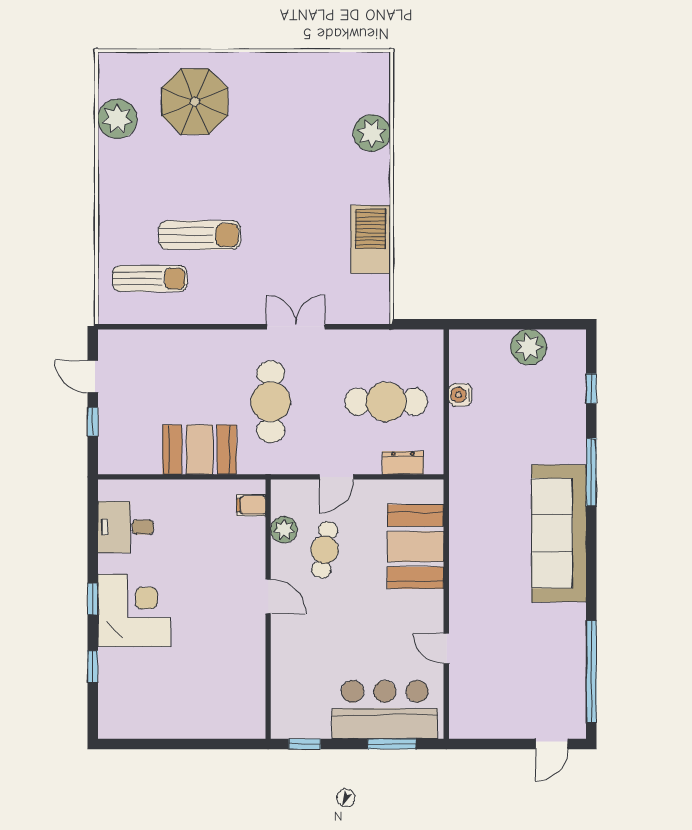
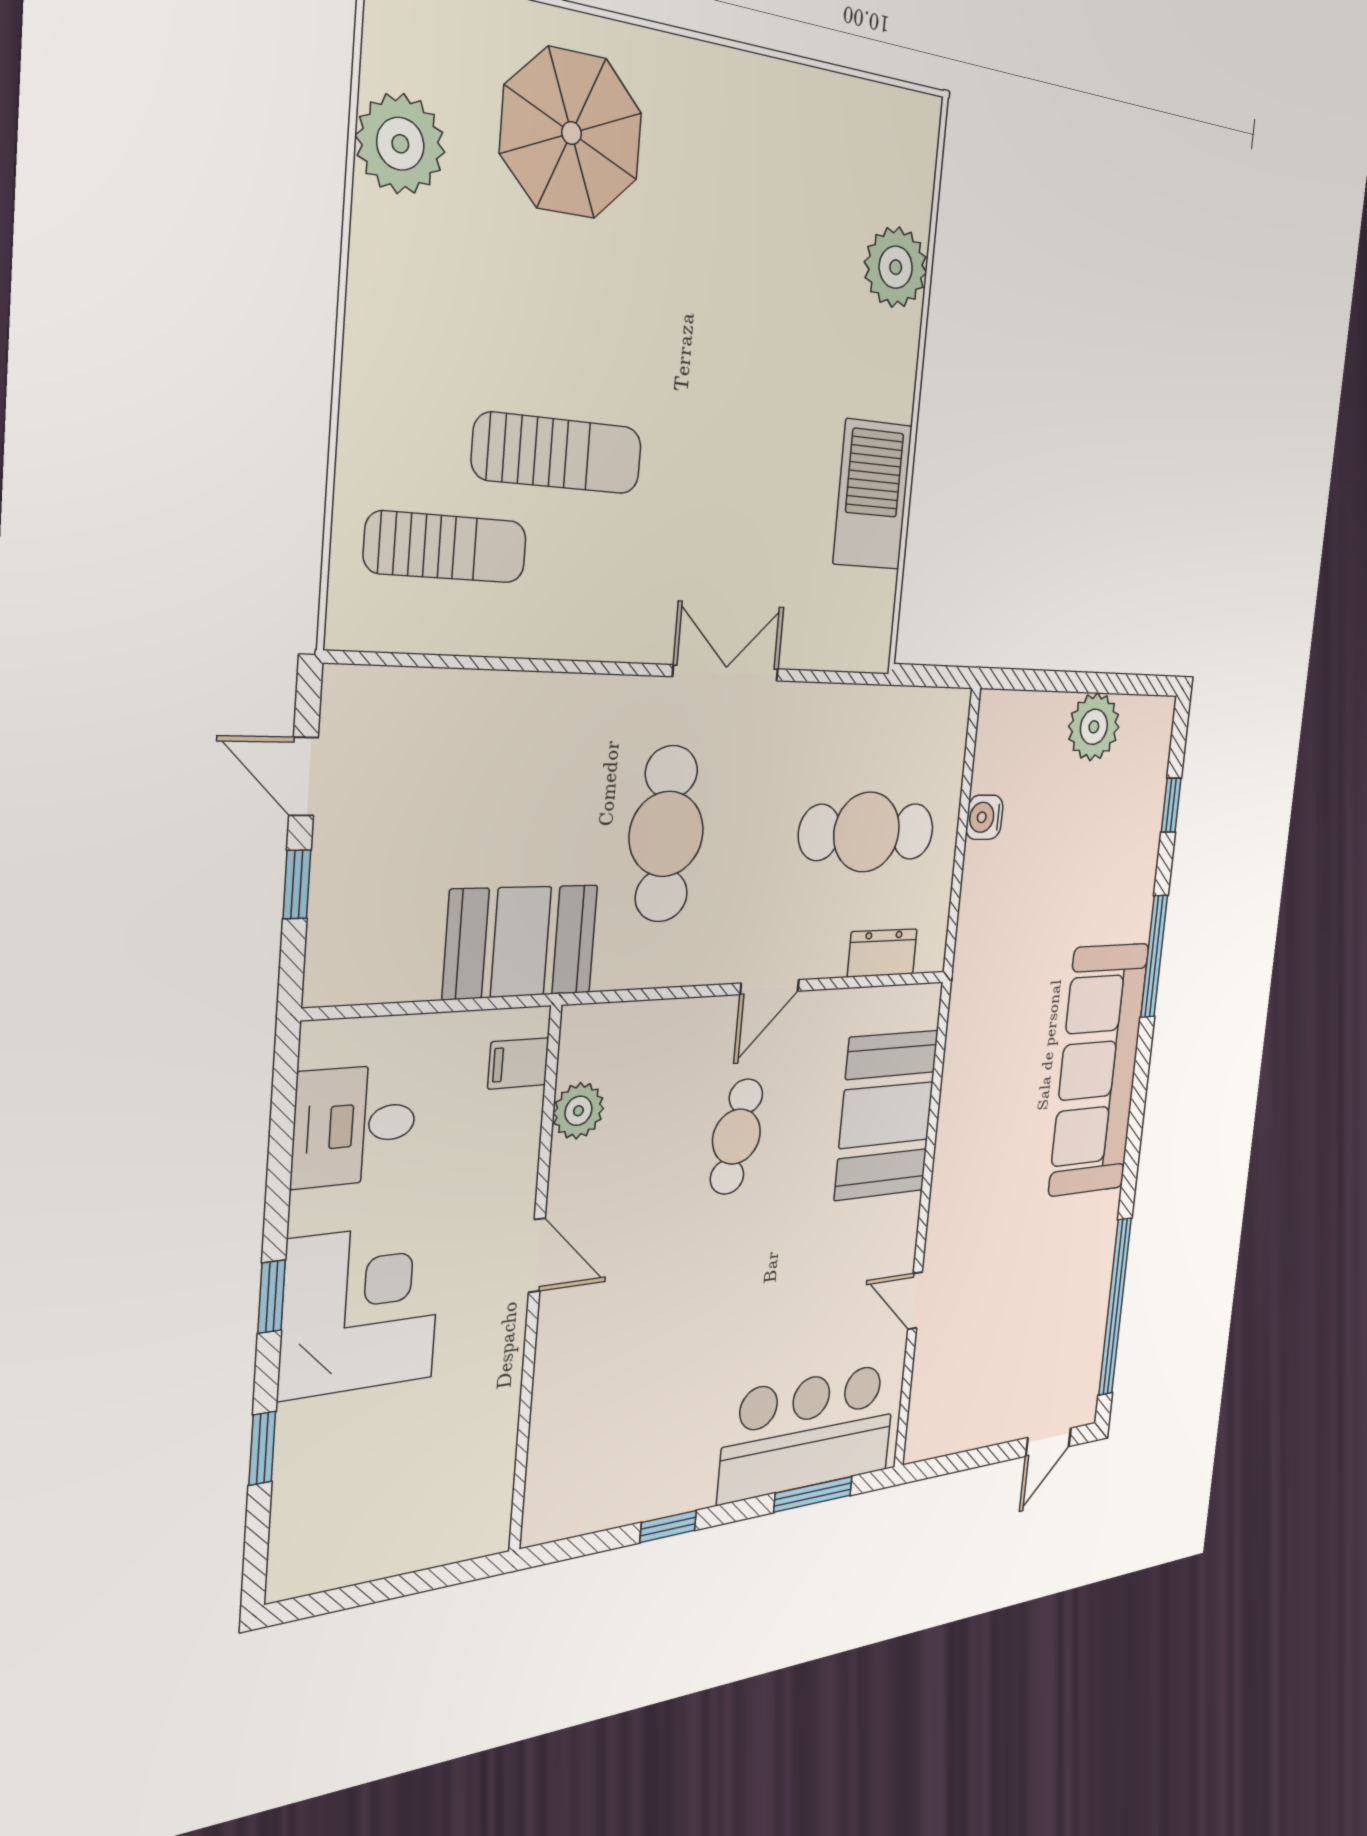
filing cabinet: (251, 505) -> (518, 1063), moved
plant: (284, 530) -> (578, 1111), moved
door: (268, 596) -> (537, 1255), moved
wall: (268, 609) -> (535, 1282), moved

